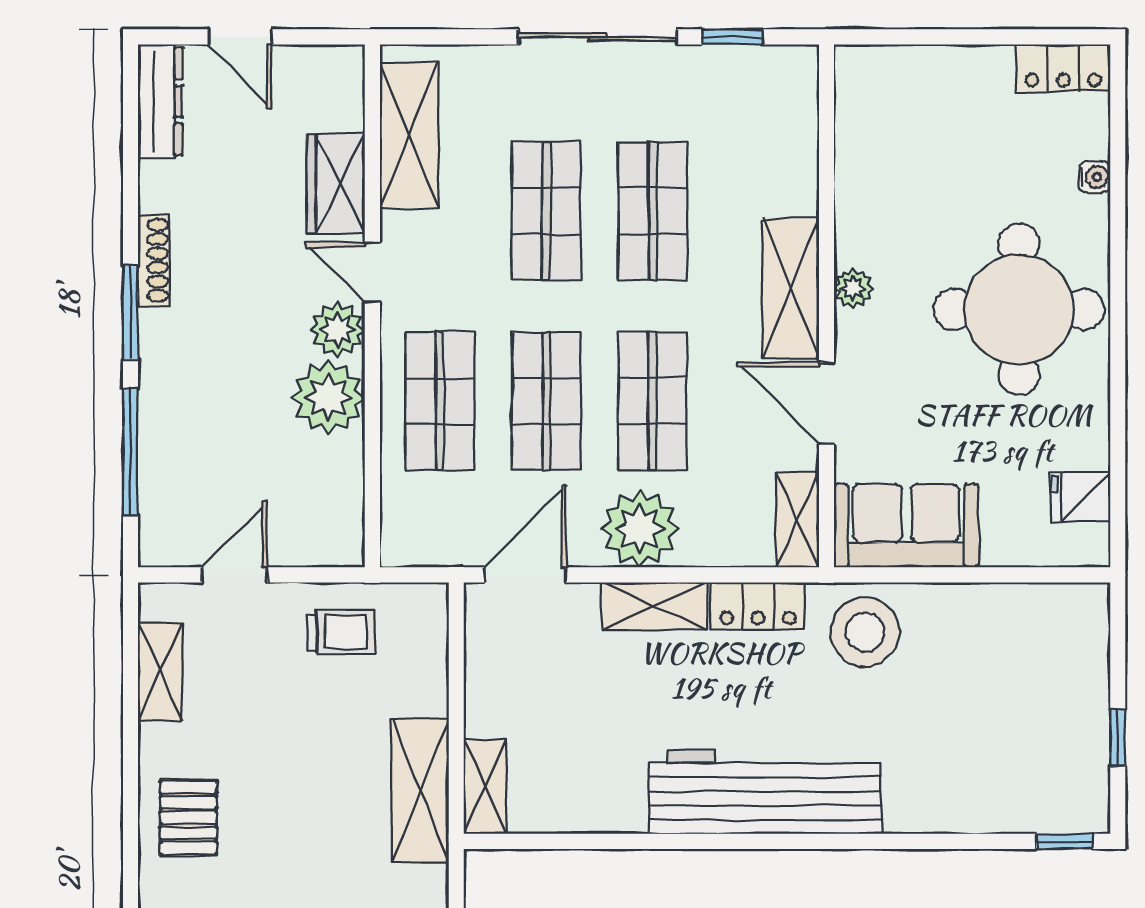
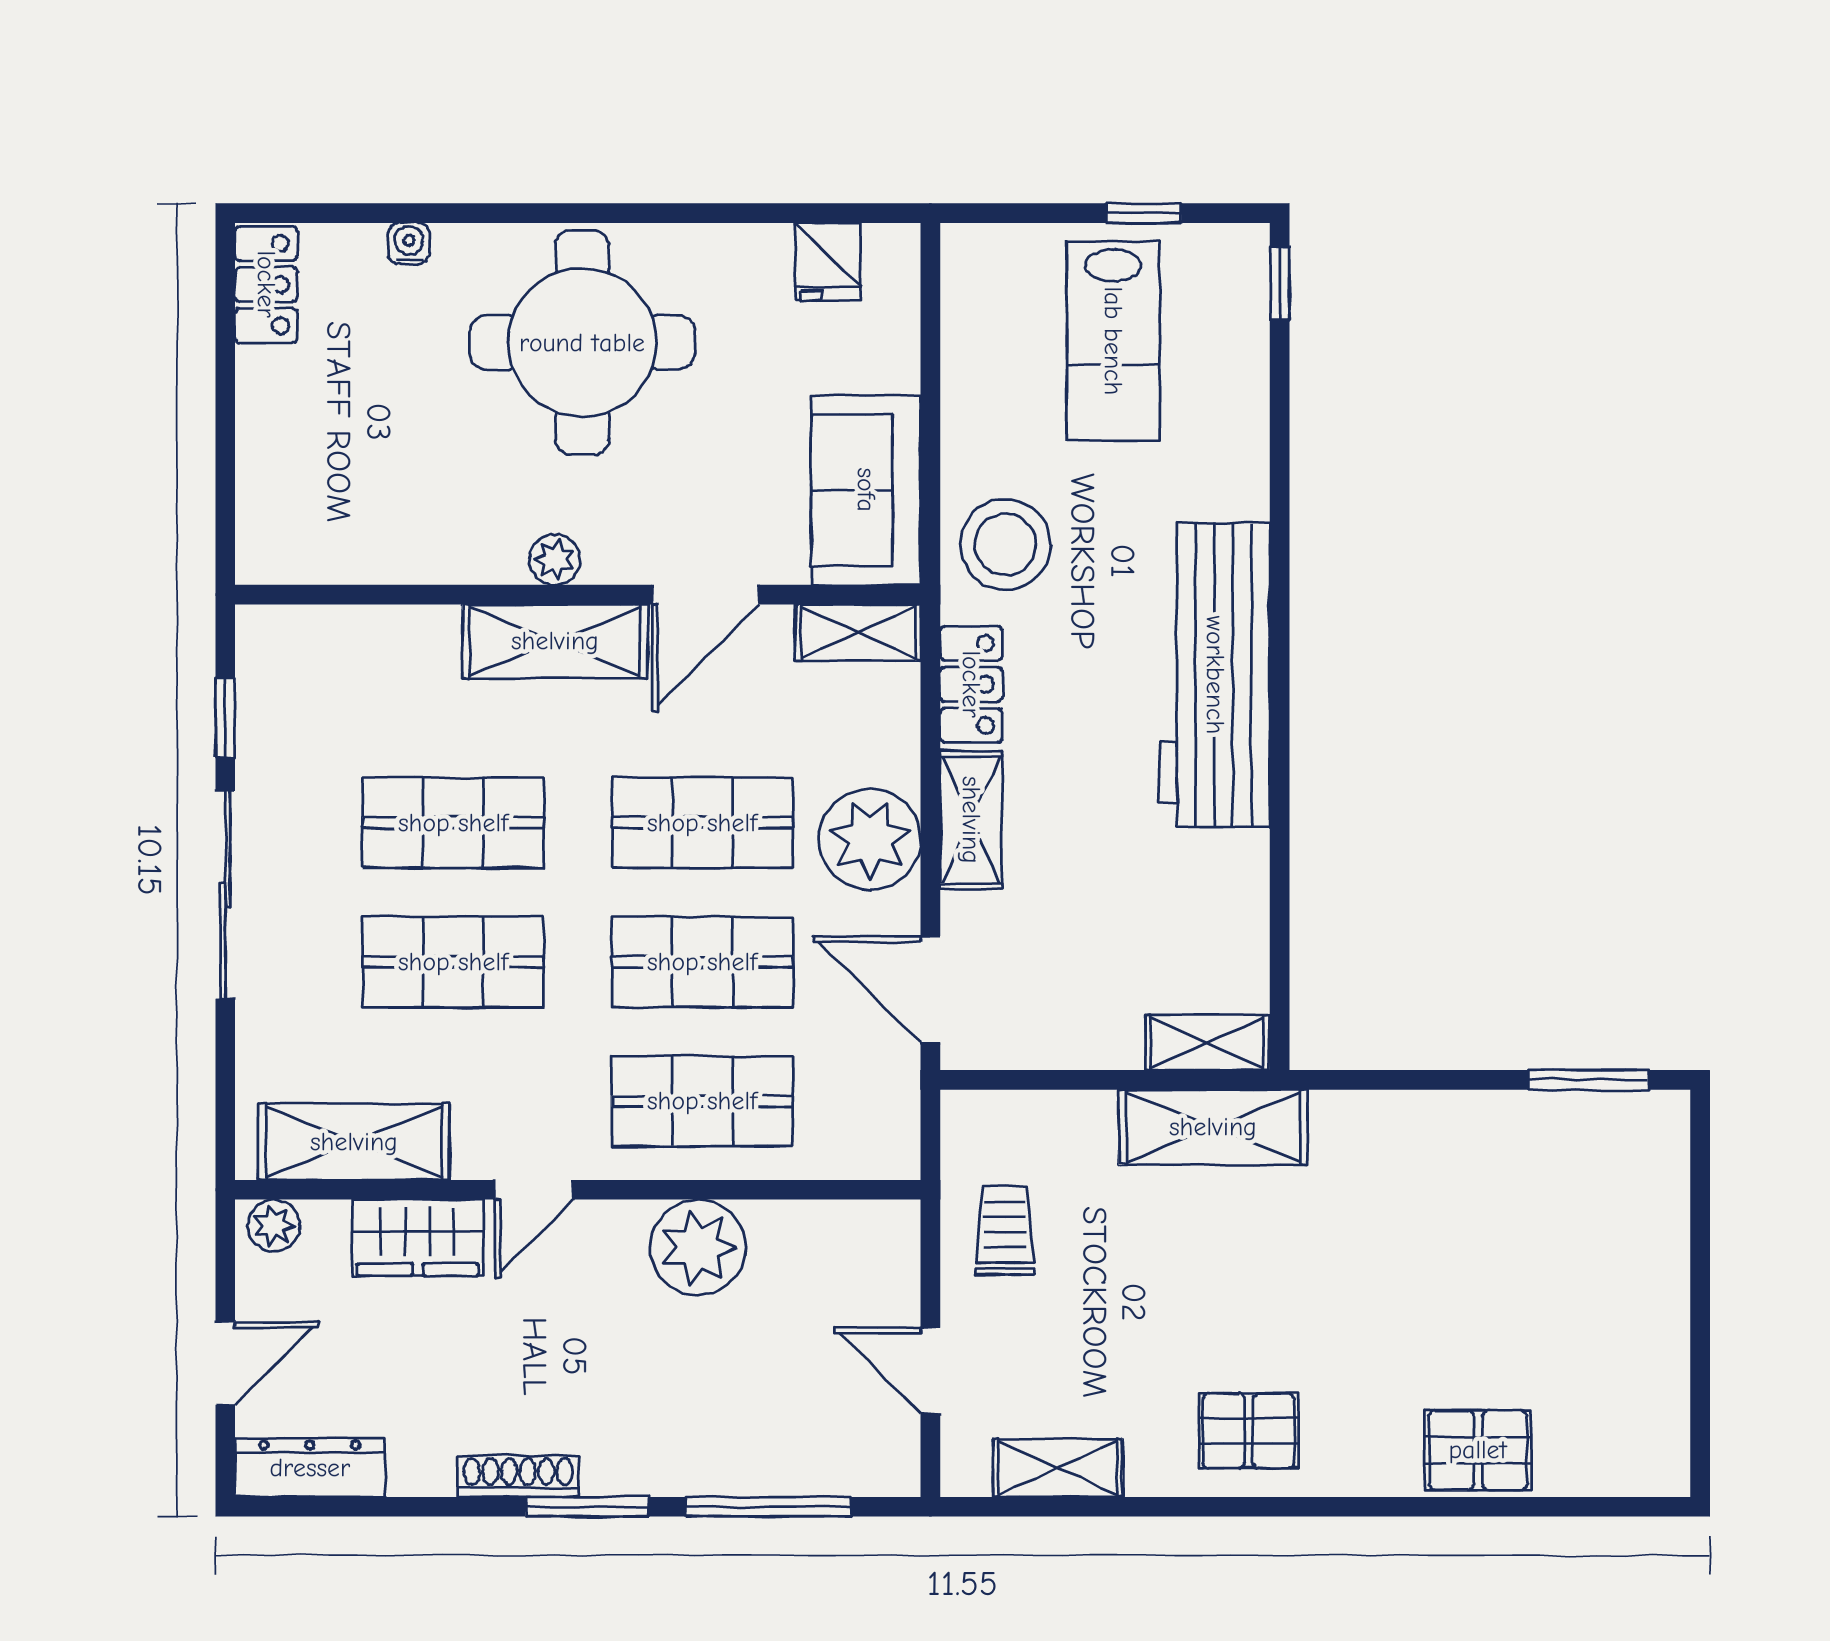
plant: (338, 330) -> (274, 1225), moved, width x0.73, depth x0.73
lab bench: (1020, 714) -> (1113, 341), added

